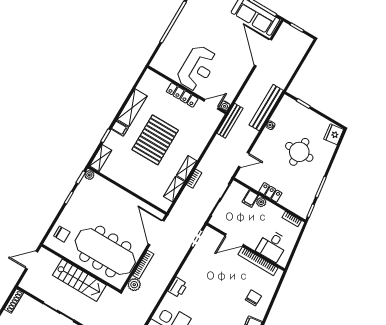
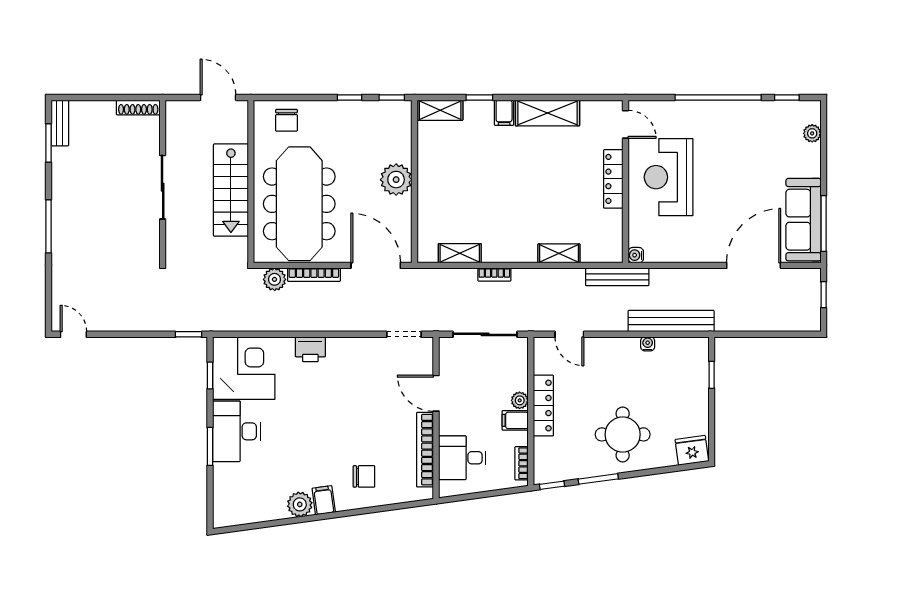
reception desk: (197, 68) -> (669, 177), turned 90
door: (211, 104) -> (626, 124), moved
pallet: (155, 140) -> (519, 178), removed
round table: (299, 152) -> (623, 434), moved
shelving: (187, 168) -> (559, 253), moved
plant: (89, 175) -> (396, 180), moved, width x1.88, depth x1.88
locker: (270, 192) -> (543, 406), width x1.53
filing cabinet: (250, 199) -> (515, 420), moved
door: (156, 233) -> (376, 265), hinge flipped

